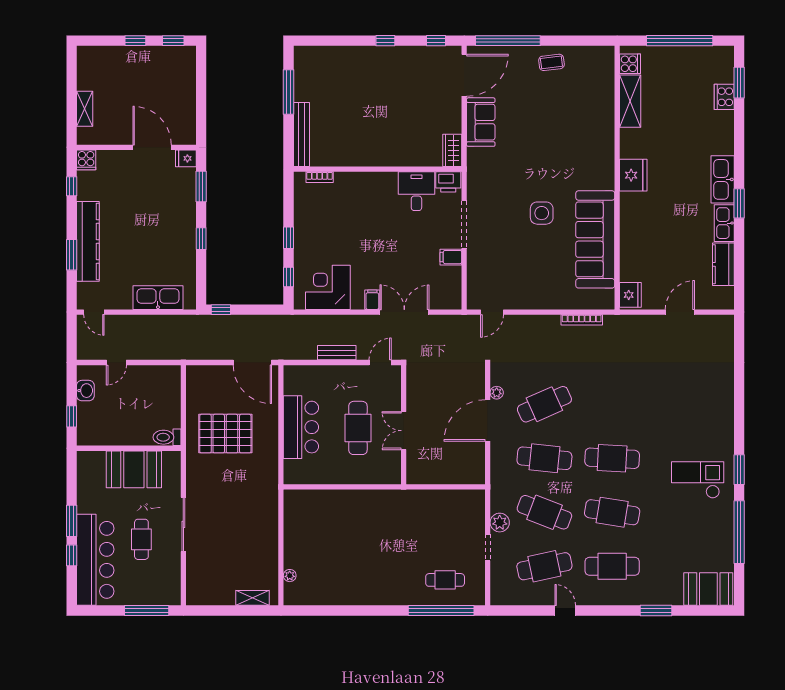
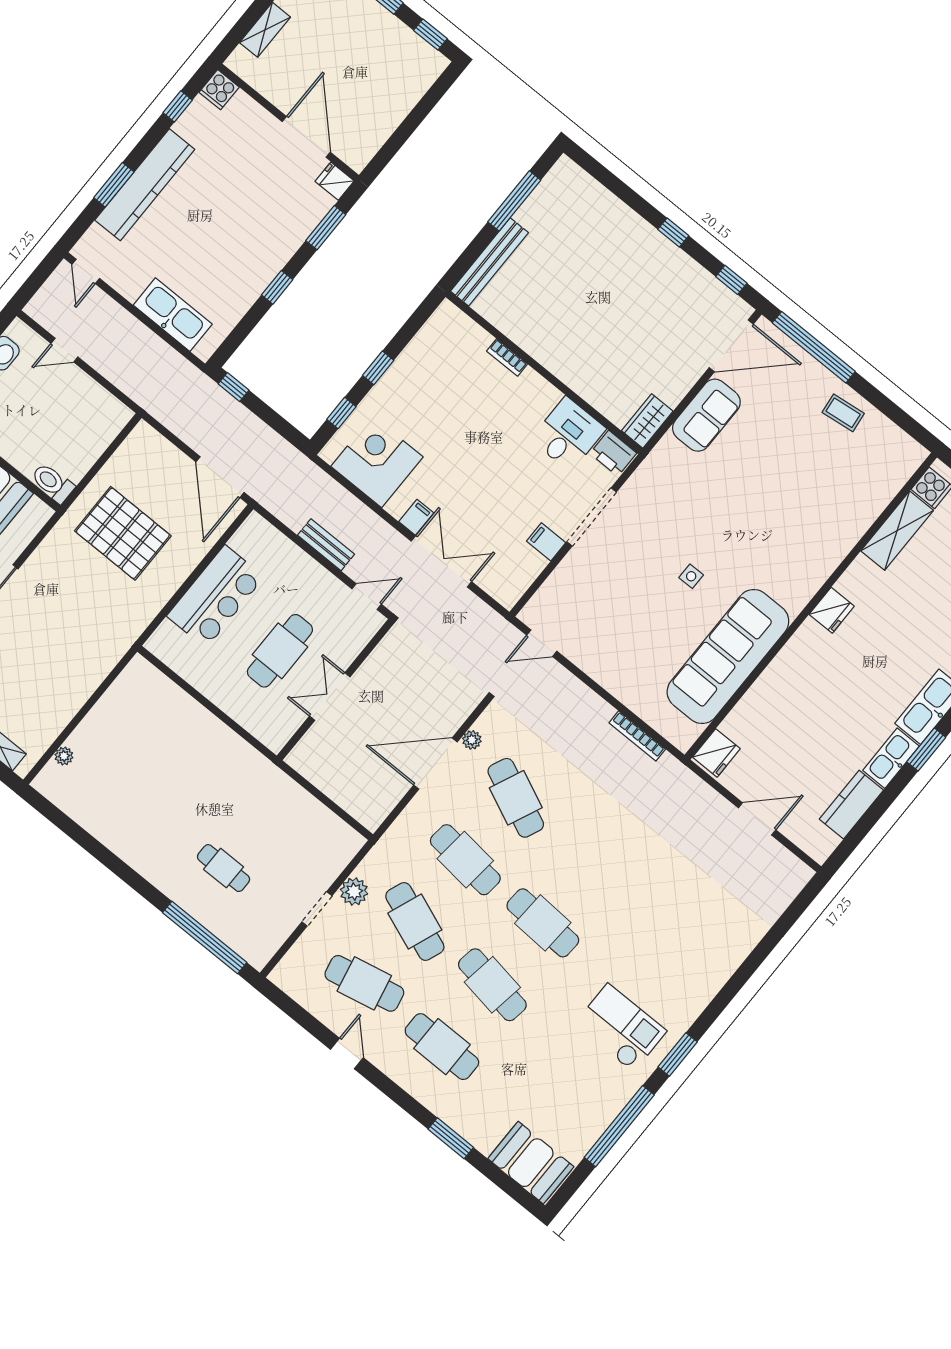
fridge: (633, 175) -> (832, 610), width x0.73, depth x0.75
bookcase: (320, 177) -> (507, 357), moved
side table: (542, 213) -> (691, 576), width x0.54, depth x0.54
cafe table: (544, 404) -> (516, 798), turned 48
cafe table: (445, 580) -> (224, 868), moved

